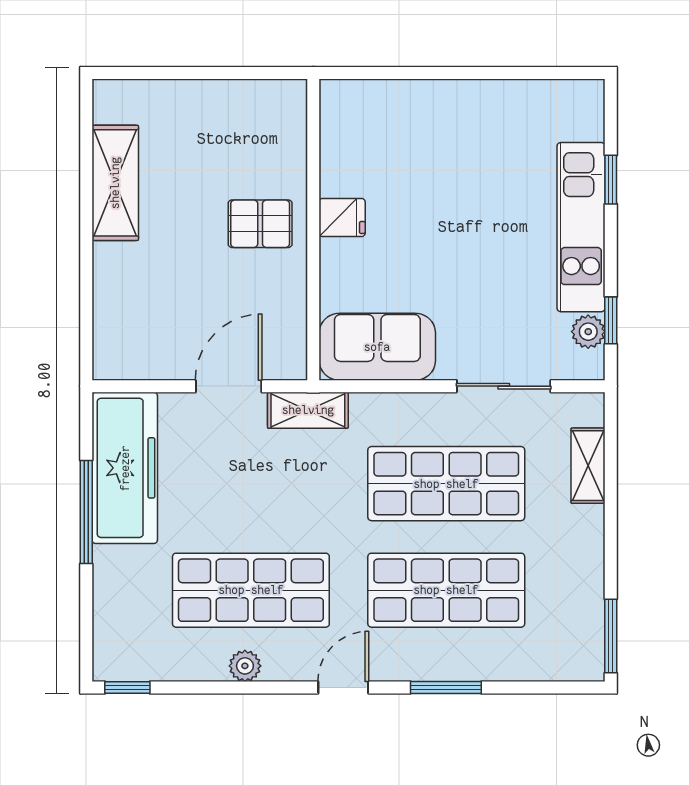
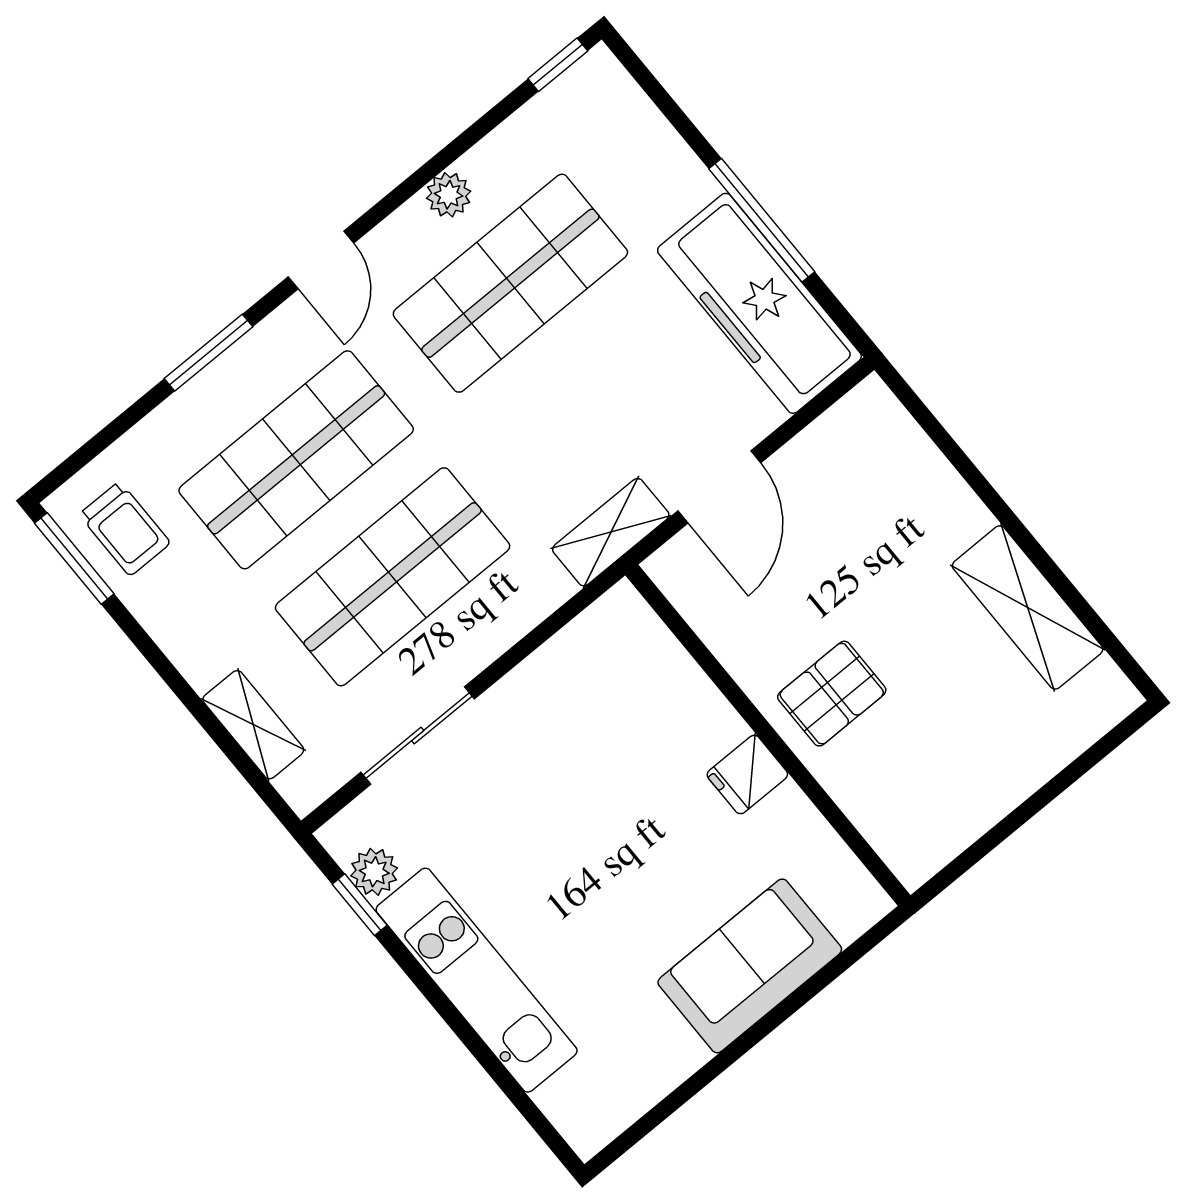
window: (611, 180) -> (487, 1059), removed
sofa: (377, 347) -> (750, 966), moved, turned 180
trolley: (570, 630) -> (125, 529), added

